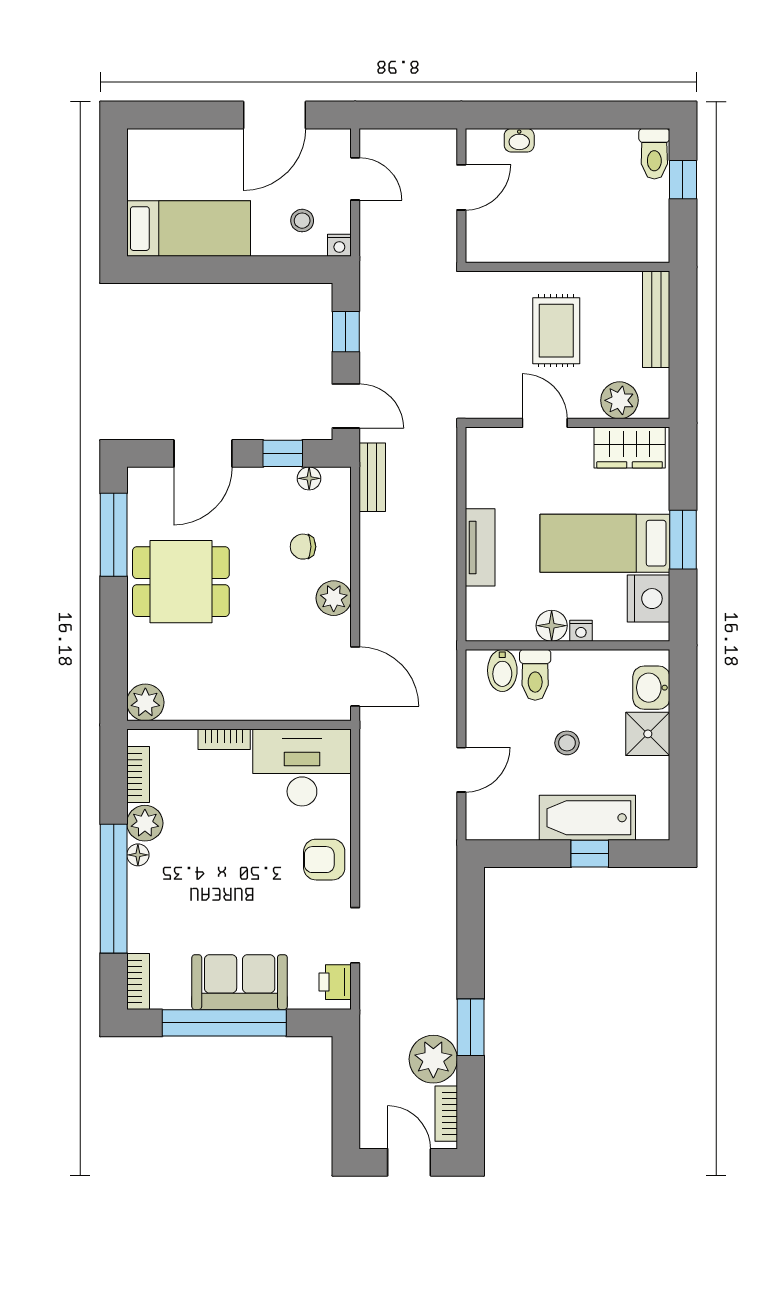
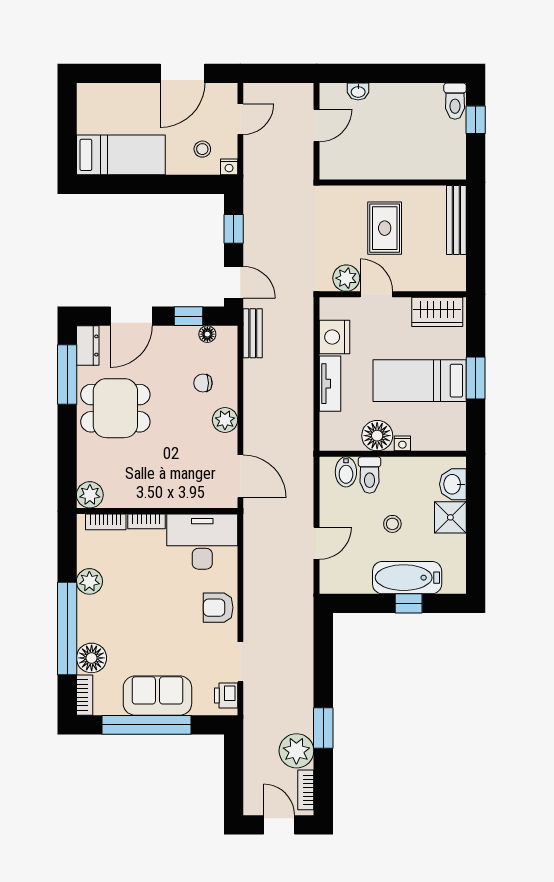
door: (355, 179) -> (240, 119), hinge flipped
plant: (619, 400) -> (346, 278), moved
dresser: (142, 494) -> (88, 346), added
nightstand: (649, 599) -> (335, 337), moved, turned 180
floor lamp: (552, 626) -> (377, 436), width x1.38, depth x1.38
bookcase: (138, 774) -> (106, 522), moved, turned 90
floor lamp: (138, 855) -> (92, 658), moved, width x1.89, depth x1.89

